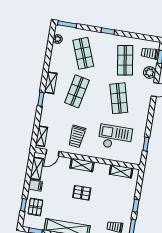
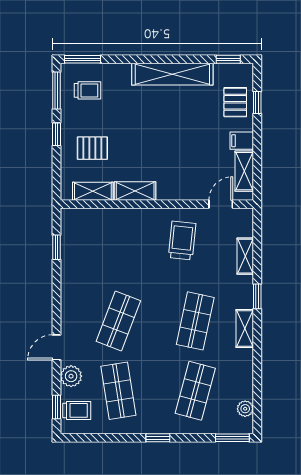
shop shelf: (83, 53) -> (195, 391), turned 36
shop shelf: (119, 98) -> (118, 321), turned 36
shelving: (42, 136) -> (245, 256), moved
checkout: (115, 137) -> (114, 250), removed
shelving: (82, 165) -> (135, 191), moved
pallet: (82, 193) -> (92, 148), moved

